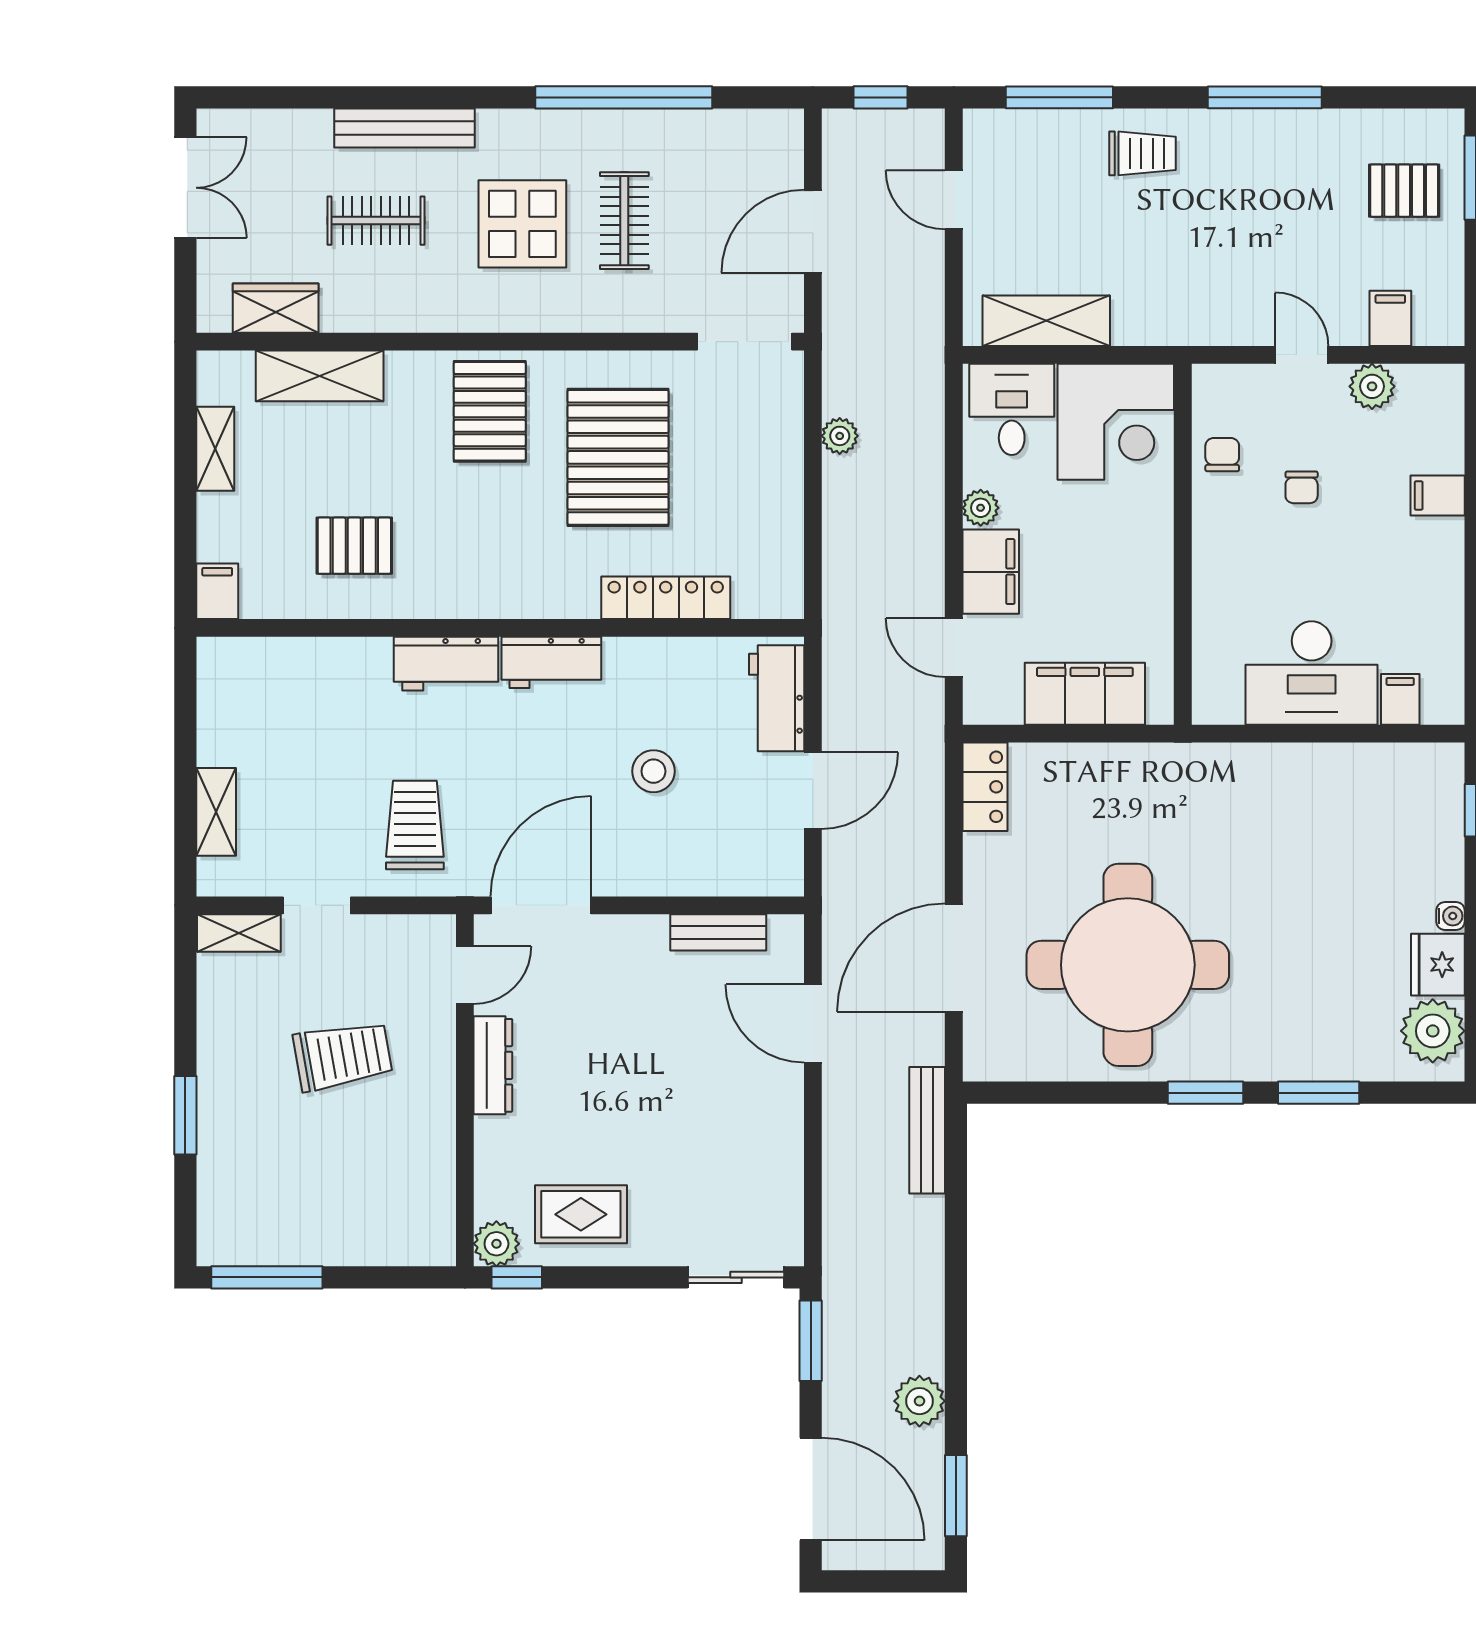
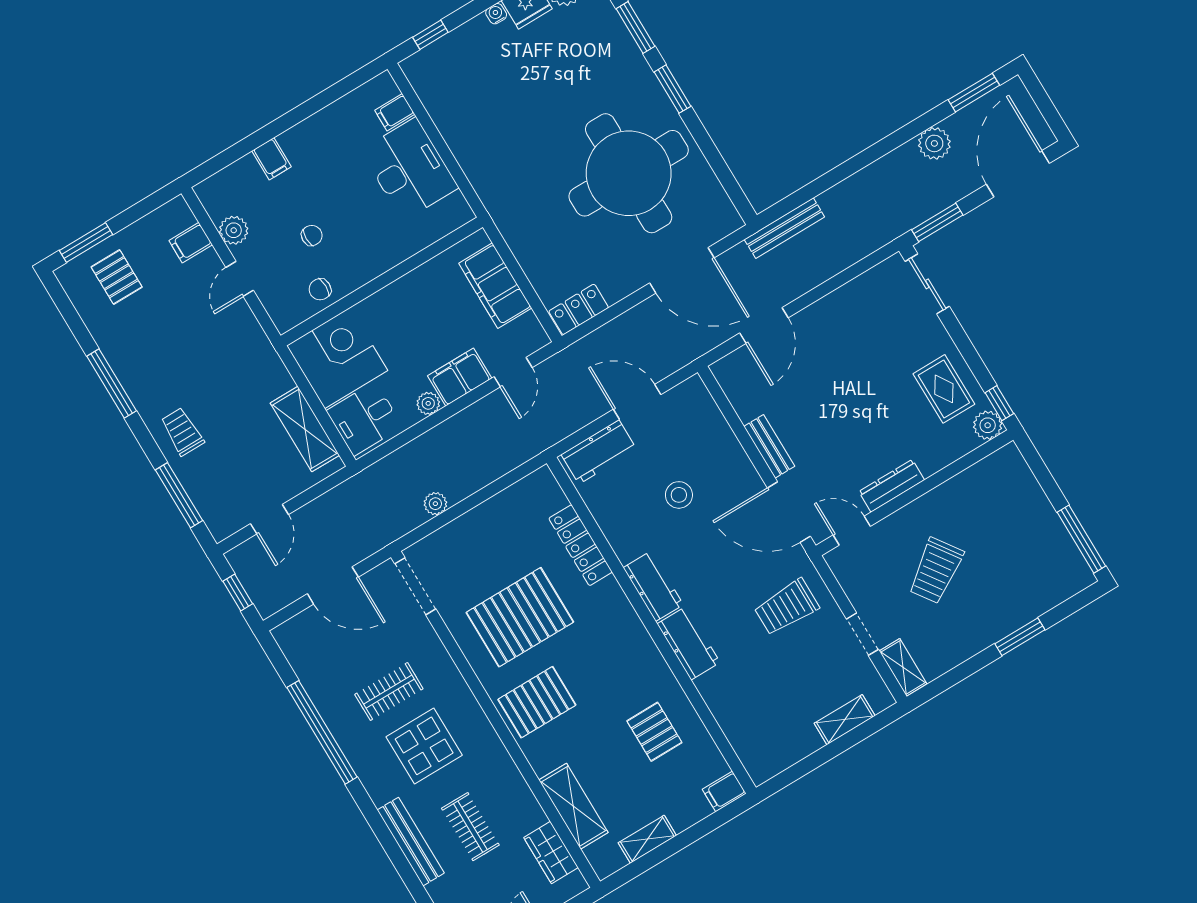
bench: (718, 932) -> (769, 446), moved
trolley: (343, 1056) -> (936, 571), turned -115

